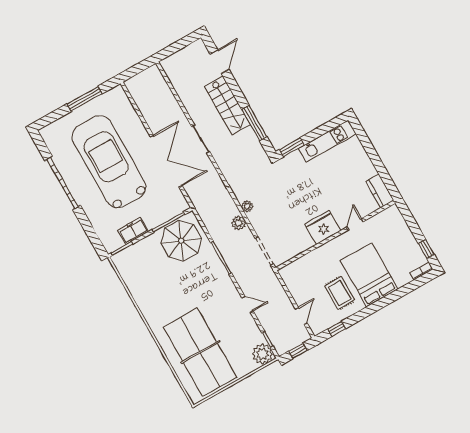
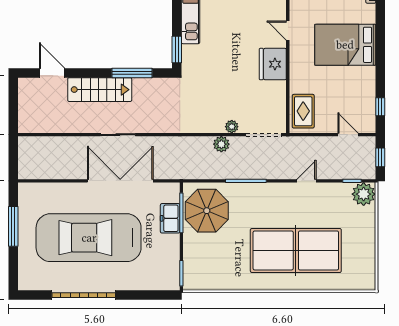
plant: (247, 206) -> (232, 127), moved
freezer: (133, 231) -> (170, 218), moved
rug: (340, 293) -> (303, 111), moved, turned 90
table tennis table: (200, 352) -> (296, 250), moved

